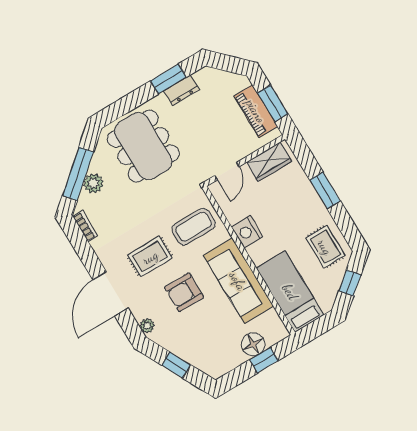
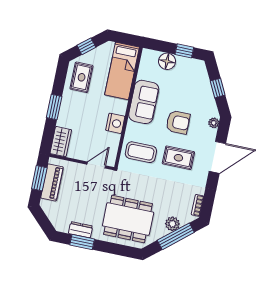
dining table: (143, 146) -> (128, 219), turned 90
wardrobe: (269, 162) -> (61, 142), moved, turned 90
sofa: (238, 281) -> (144, 102), width x0.73
window: (264, 360) -> (184, 51), moved

